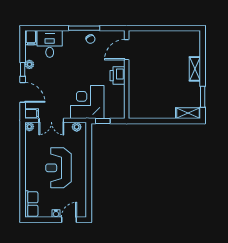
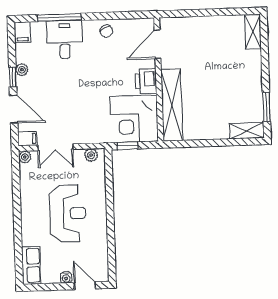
window: (84, 28) -> (59, 17), moved
desk: (50, 44) -> (65, 40), moved
shelving: (195, 69) -> (253, 32), moved
shelving: (135, 93) -> (172, 105), added
corner desk: (87, 102) -> (134, 119), moved, turned -90
reception desk: (59, 168) -> (68, 213), turned 180
door: (69, 220) -> (85, 286), hinge flipped

